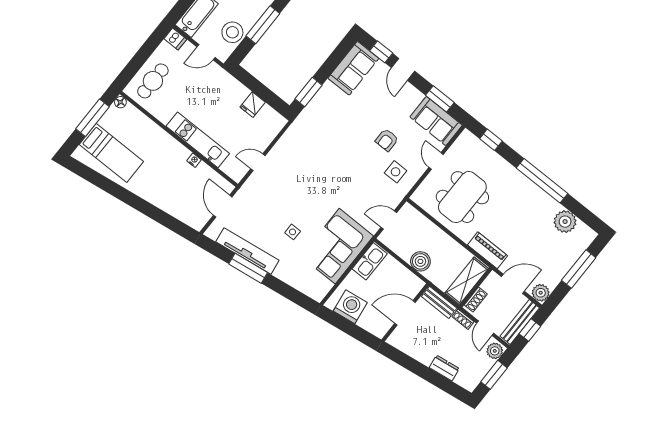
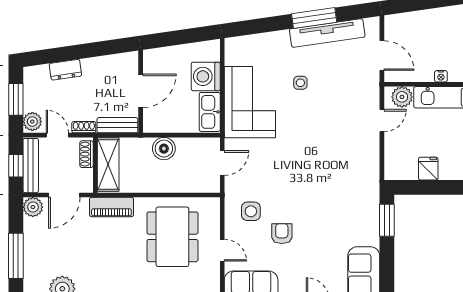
plant: (231, 167) -> (402, 97), added
washing machine: (350, 307) -> (206, 76), moved, turned 98

